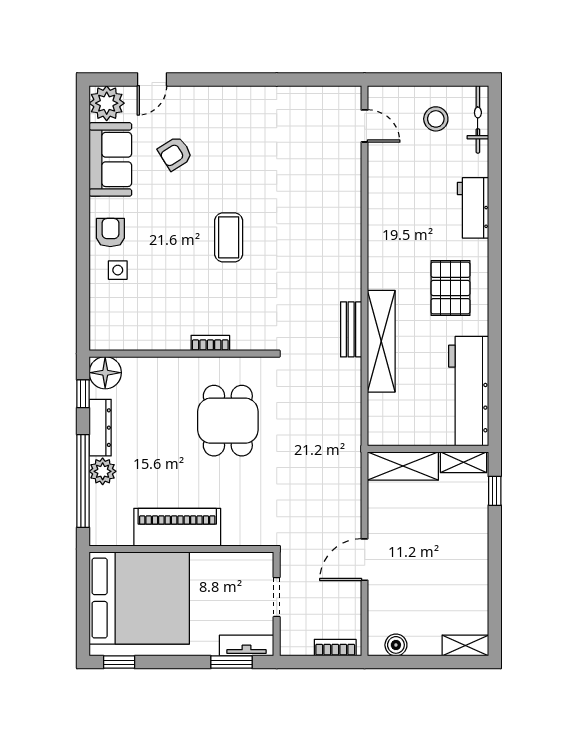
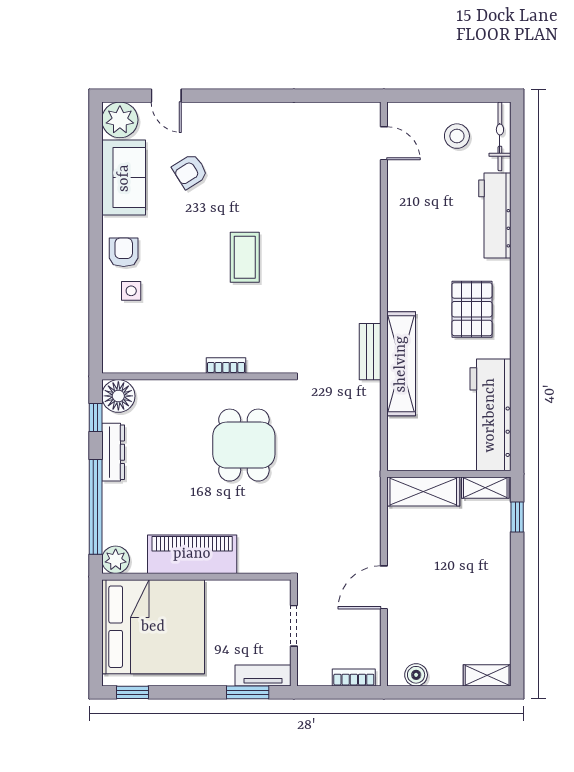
door: (152, 79) -> (166, 96), hinge flipped
workbench: (473, 208) -> (495, 216), width x1.37
plant: (103, 471) -> (116, 560), moved

